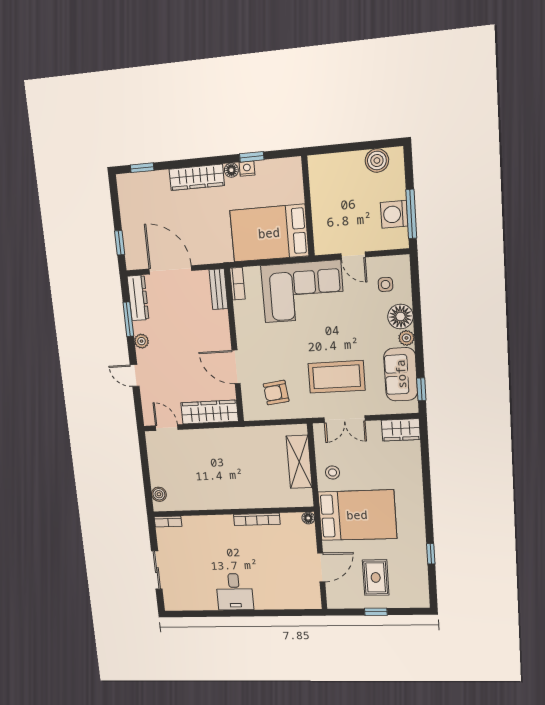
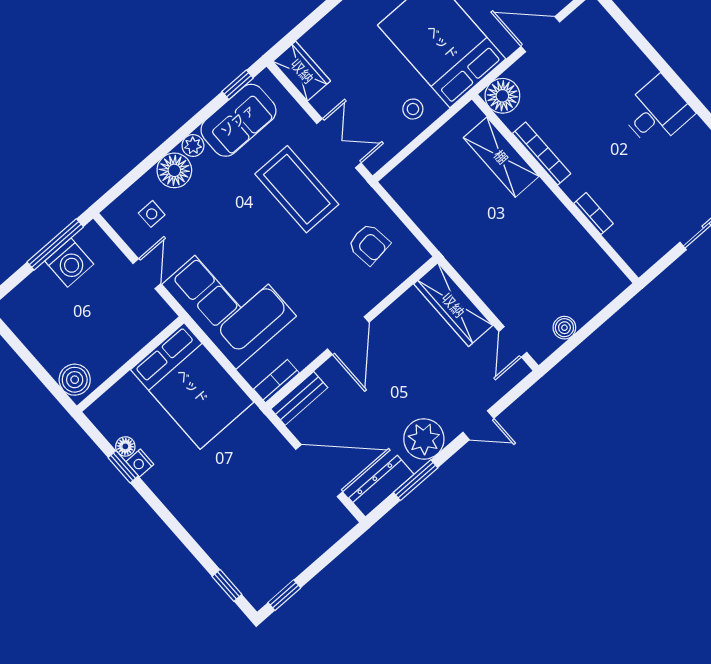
boiler: (377, 161) -> (75, 380), moved
floor lamp: (231, 170) -> (125, 446), moved
wardrobe: (197, 177) -> (191, 514), removed
window: (120, 243) -> (284, 595), moved
door: (170, 270) -> (319, 471), swing flipped
plant: (142, 341) -> (424, 439), width x1.88, depth x1.88
door: (236, 367) -> (348, 336), moved
door: (135, 375) -> (478, 425), hinge flipped
shelving: (299, 462) -> (501, 157), moved, turned 90
boiler: (159, 494) -> (564, 328), moved
floor lamp: (308, 518) -> (502, 96), width x1.89, depth x1.89
bookcase: (168, 522) -> (593, 214), moved

